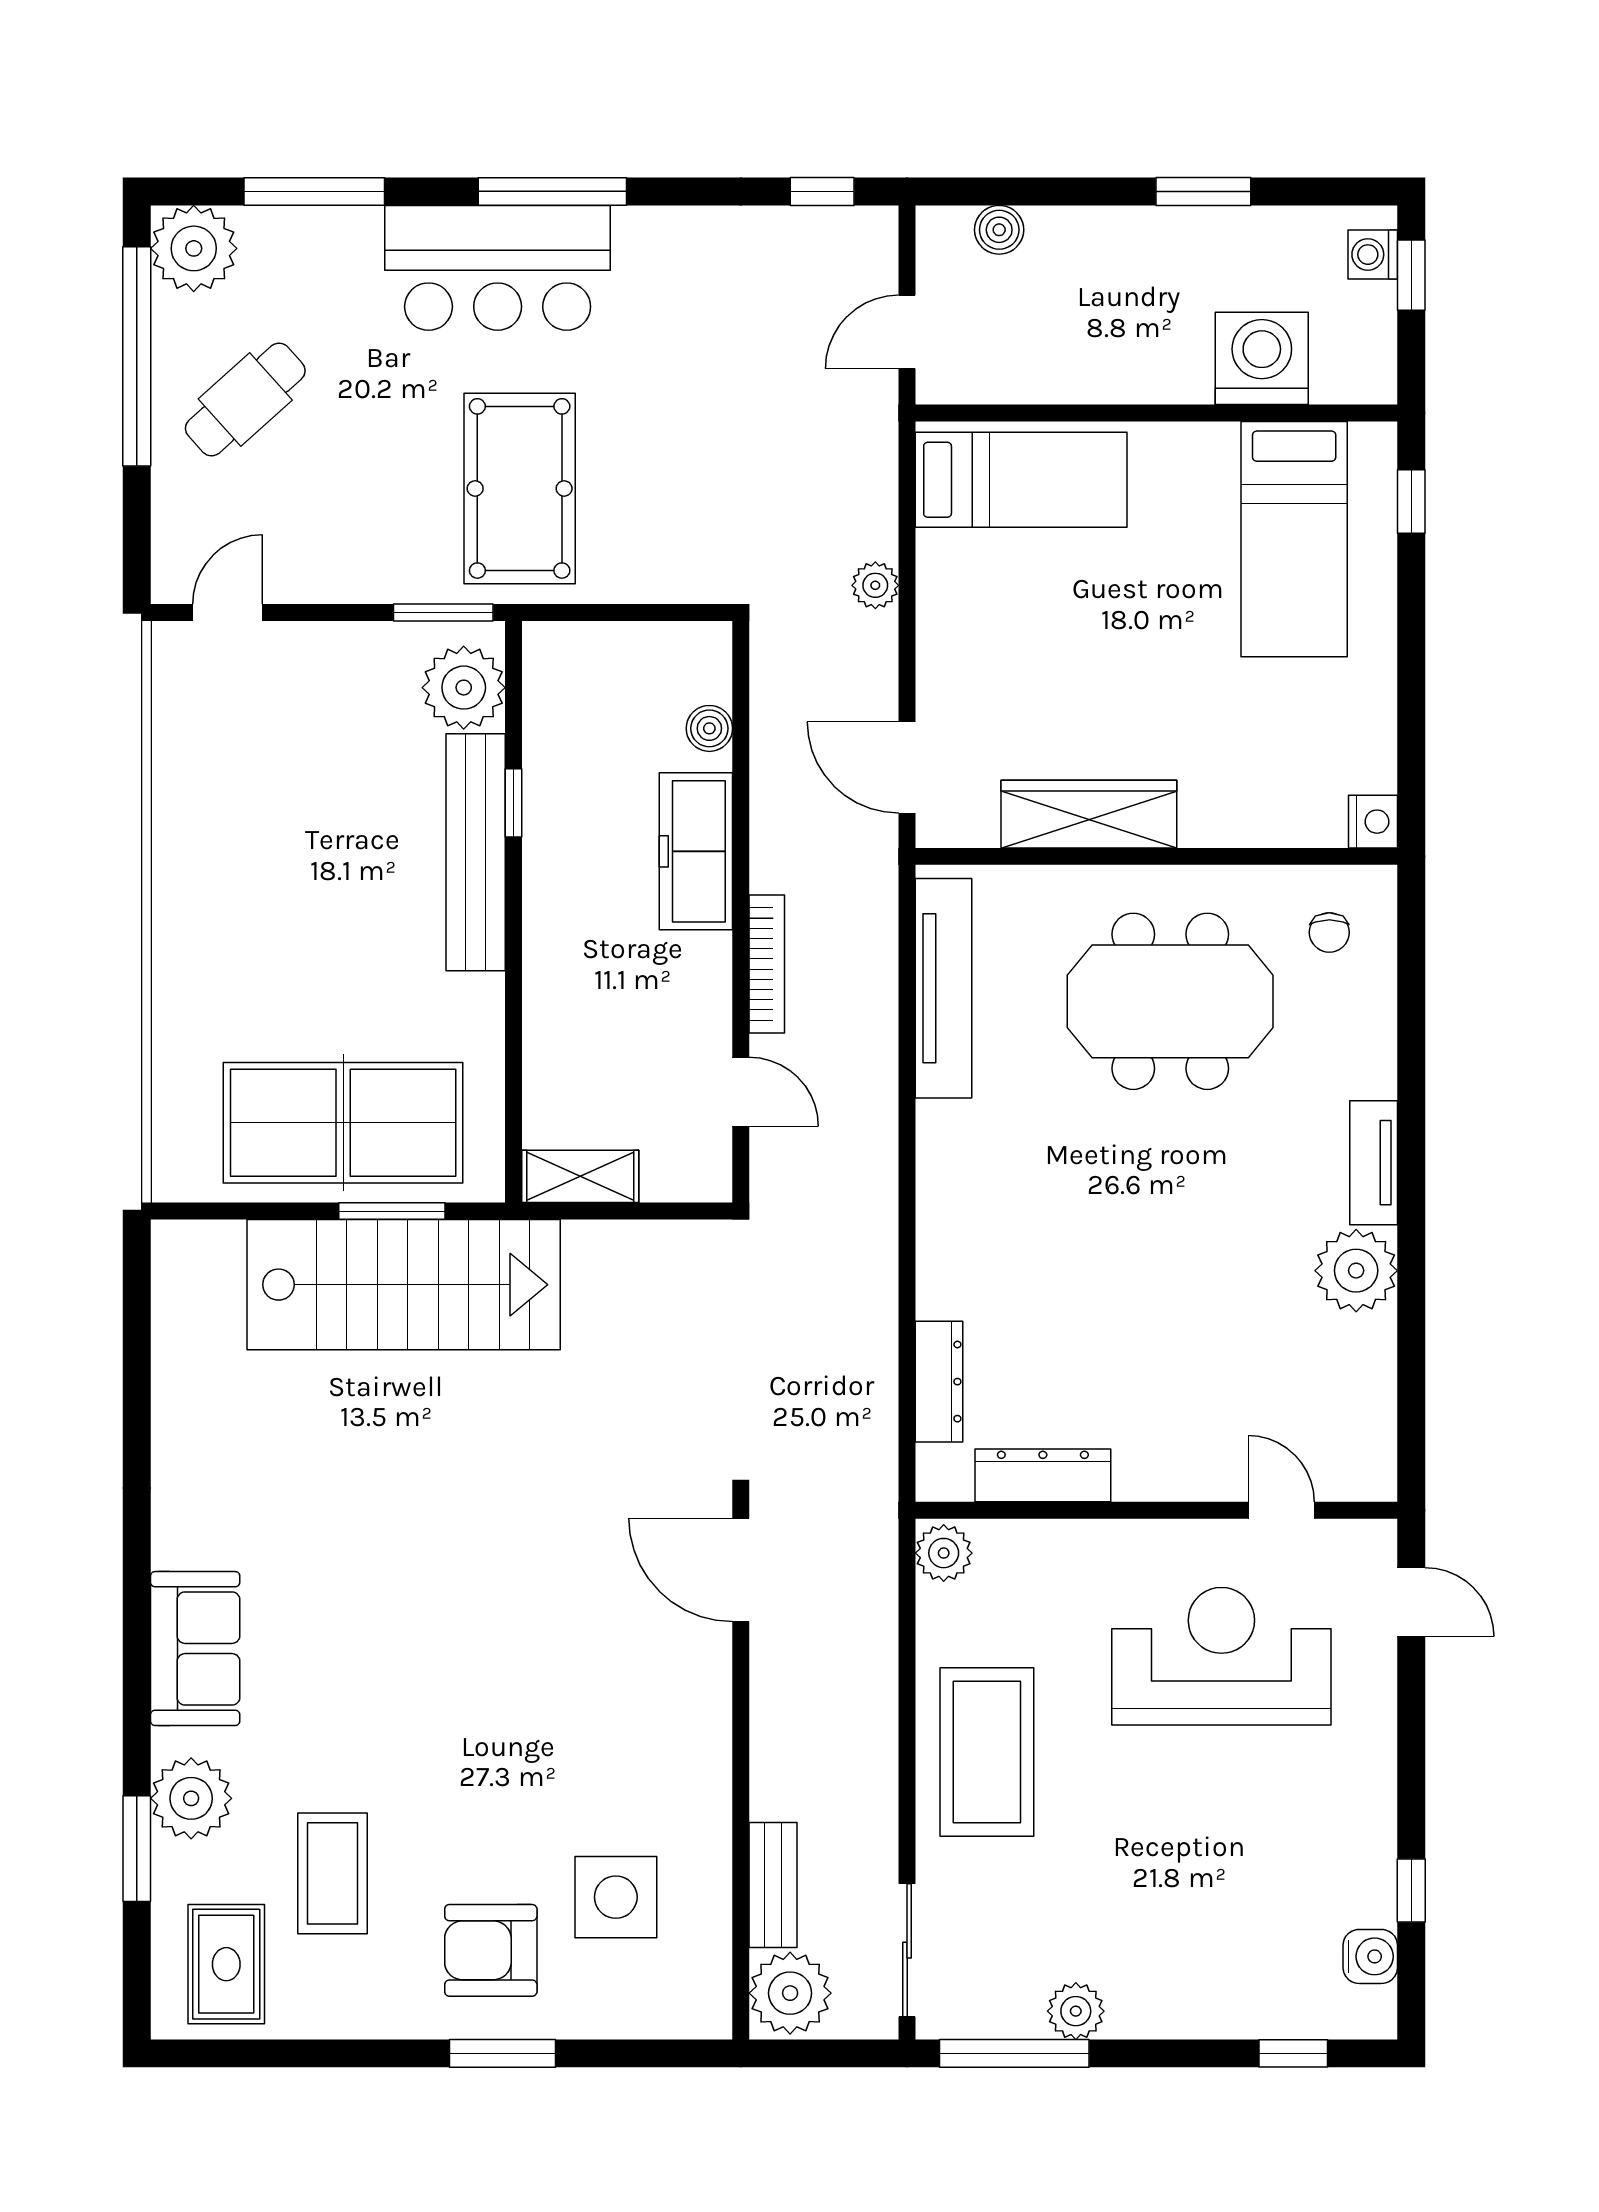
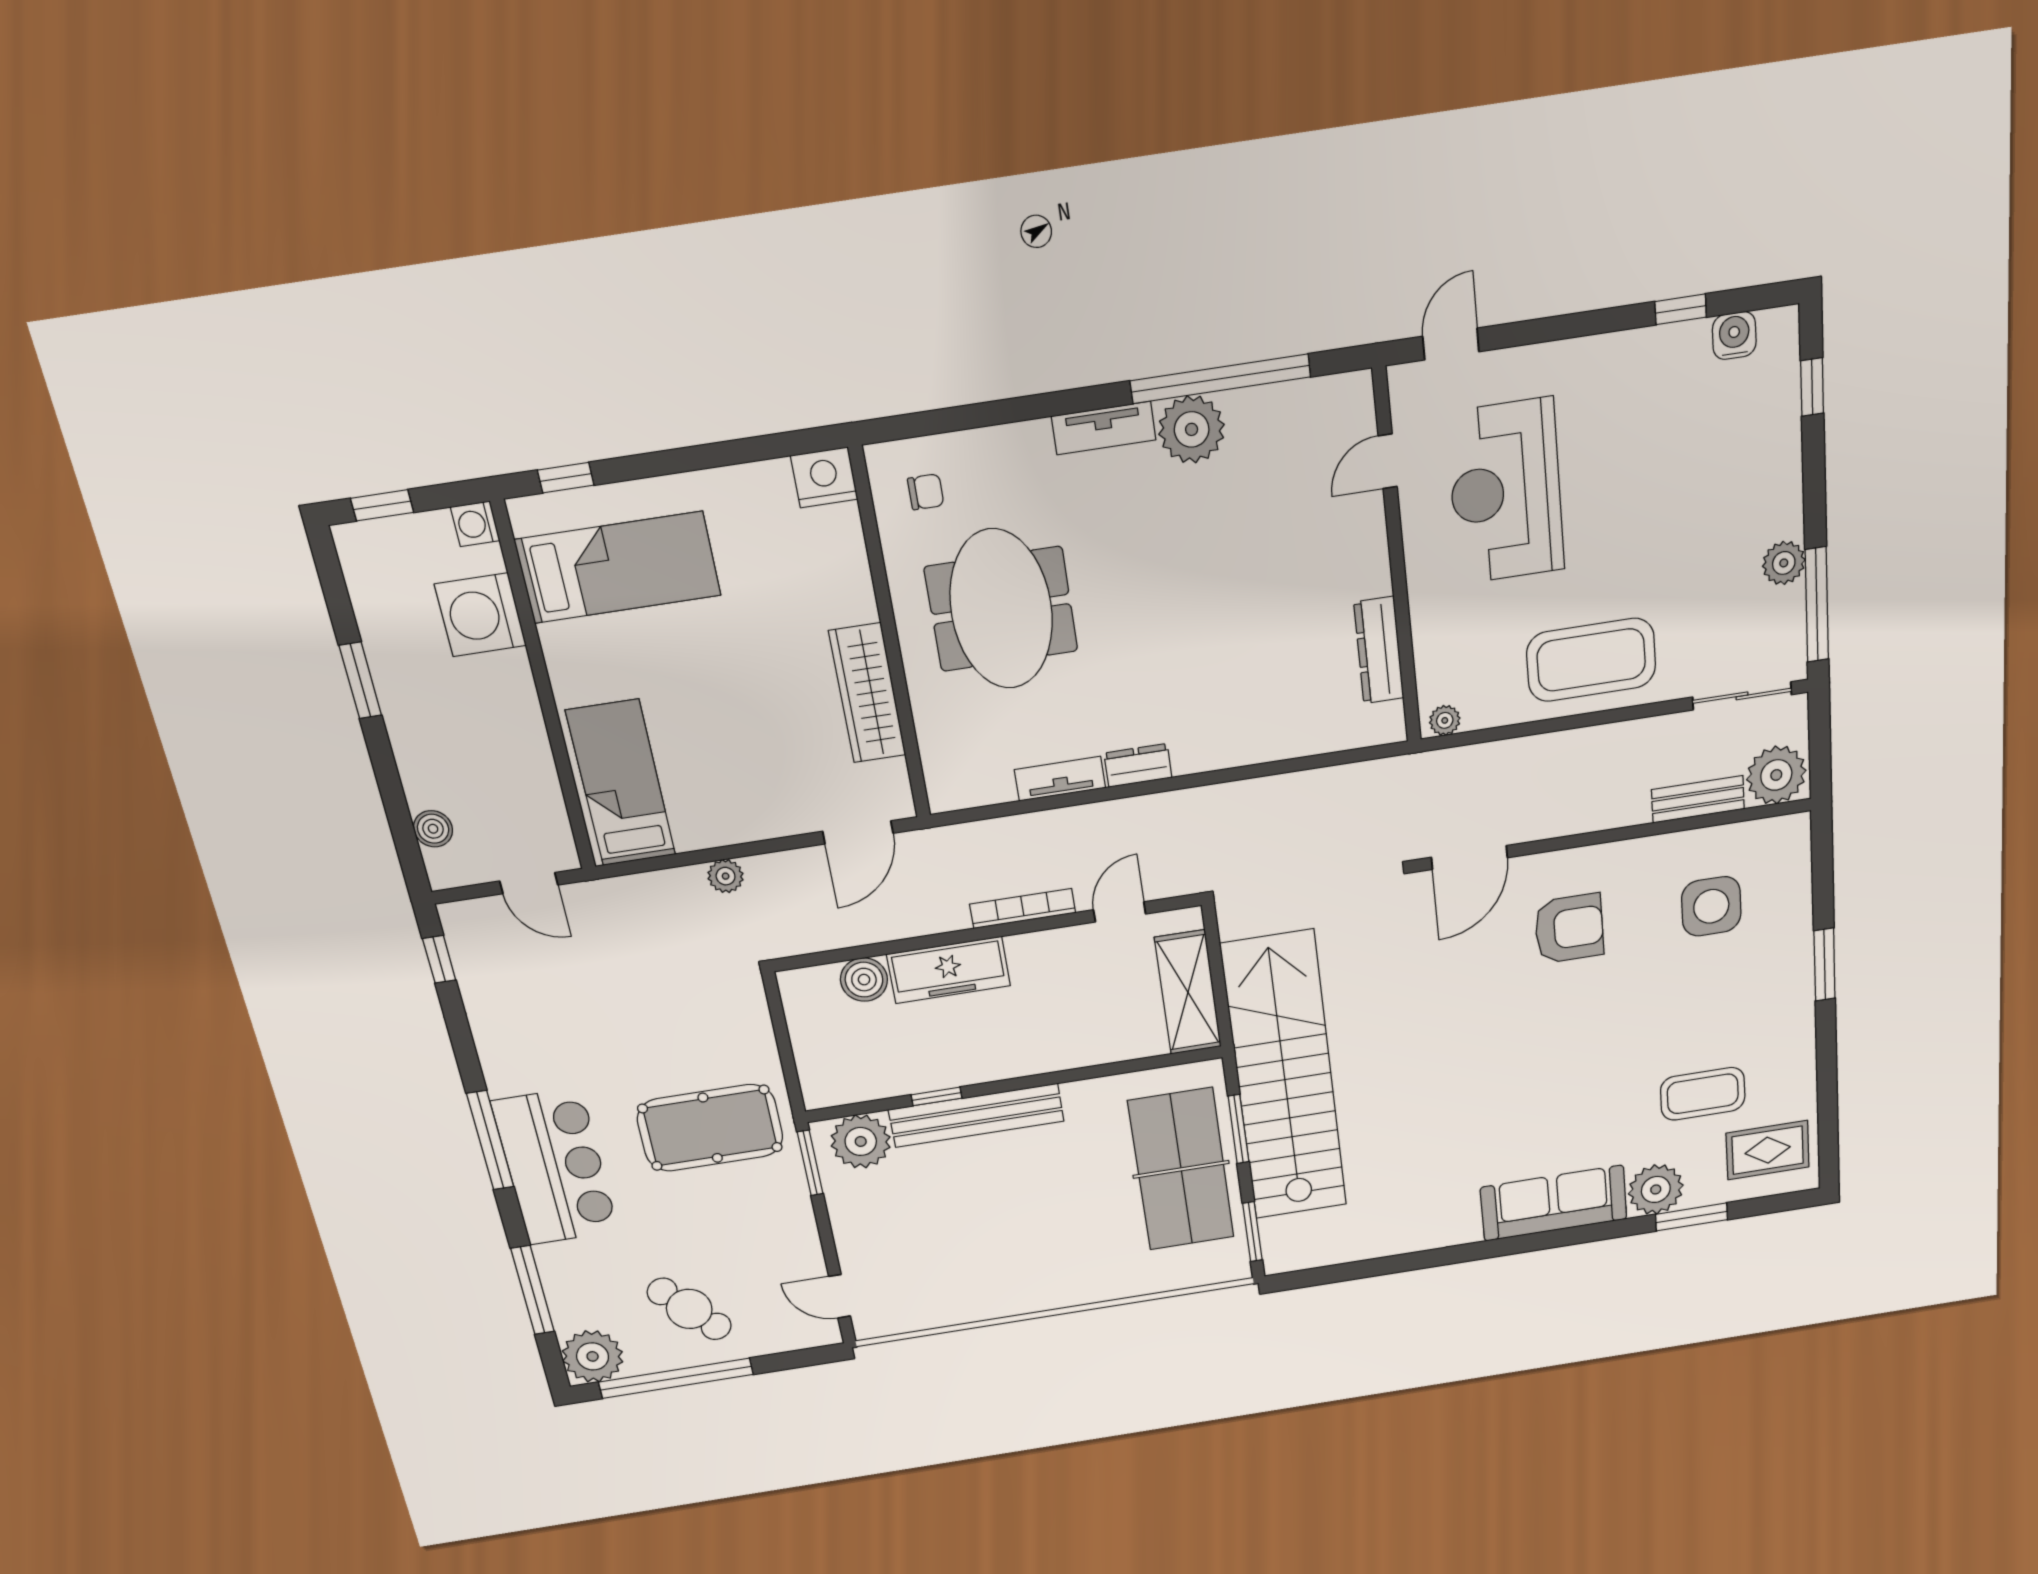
washing machine: (1373, 255) -> (475, 524), moved, turned 90
boiler: (709, 728) -> (864, 980), width x1.36, depth x1.36
nightstand: (1373, 822) -> (824, 477), width x1.36, depth x1.33
tv unit: (943, 988) -> (1060, 779), width x0.52, depth x0.78
shelving: (580, 1176) -> (1188, 992), width x1.50, depth x1.33
window: (226, 1211) -> (1252, 1232), added
stairs: (404, 1285) -> (1284, 1077), width x1.36
window: (1411, 1314) -> (1220, 379), added
dresser: (939, 1382) -> (1138, 765), moved, width x0.70
plant: (944, 1553) -> (1445, 720), width x0.73, depth x0.73
sofa: (195, 1649) -> (1554, 1203), width x1.36
armchair: (491, 1950) -> (1569, 928), moved, turned -90

